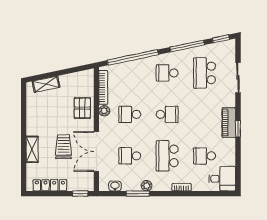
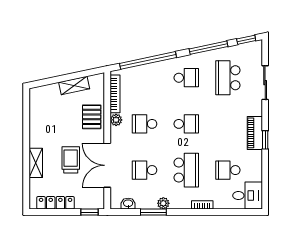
school desk: (167, 73) -> (186, 78), turned 180
shelving: (46, 84) -> (74, 85), moved
school desk: (167, 156) -> (186, 170), turned 180

